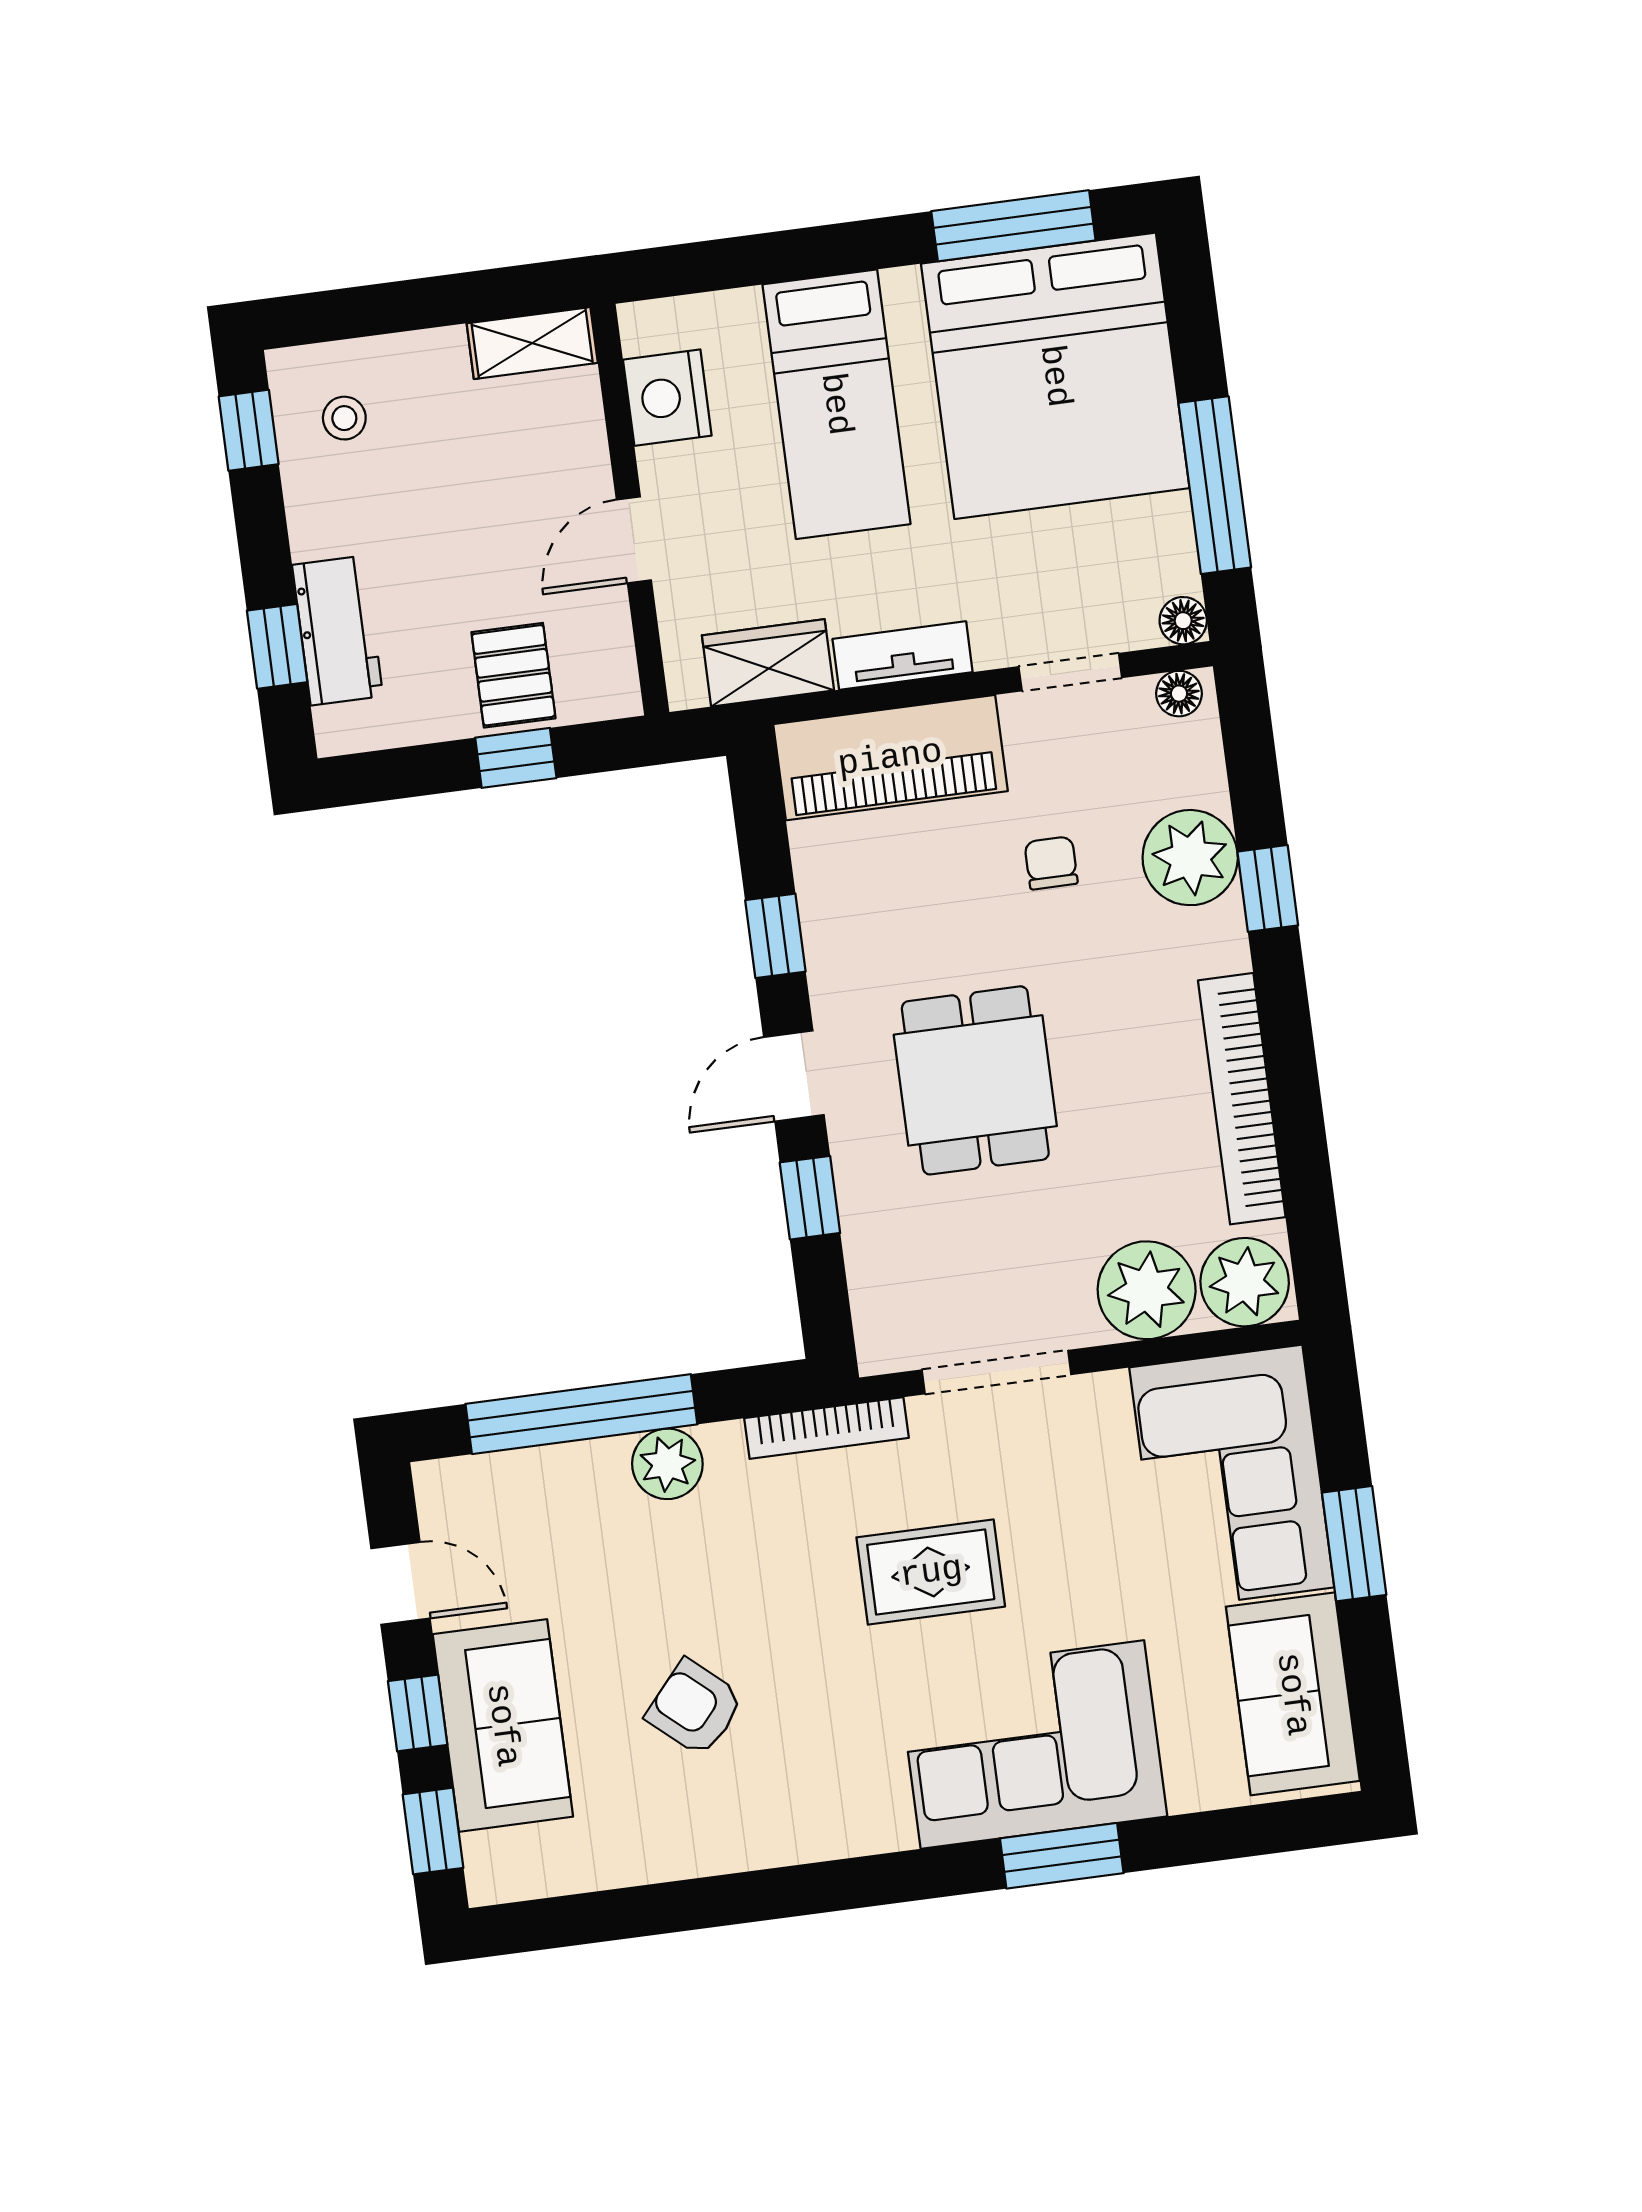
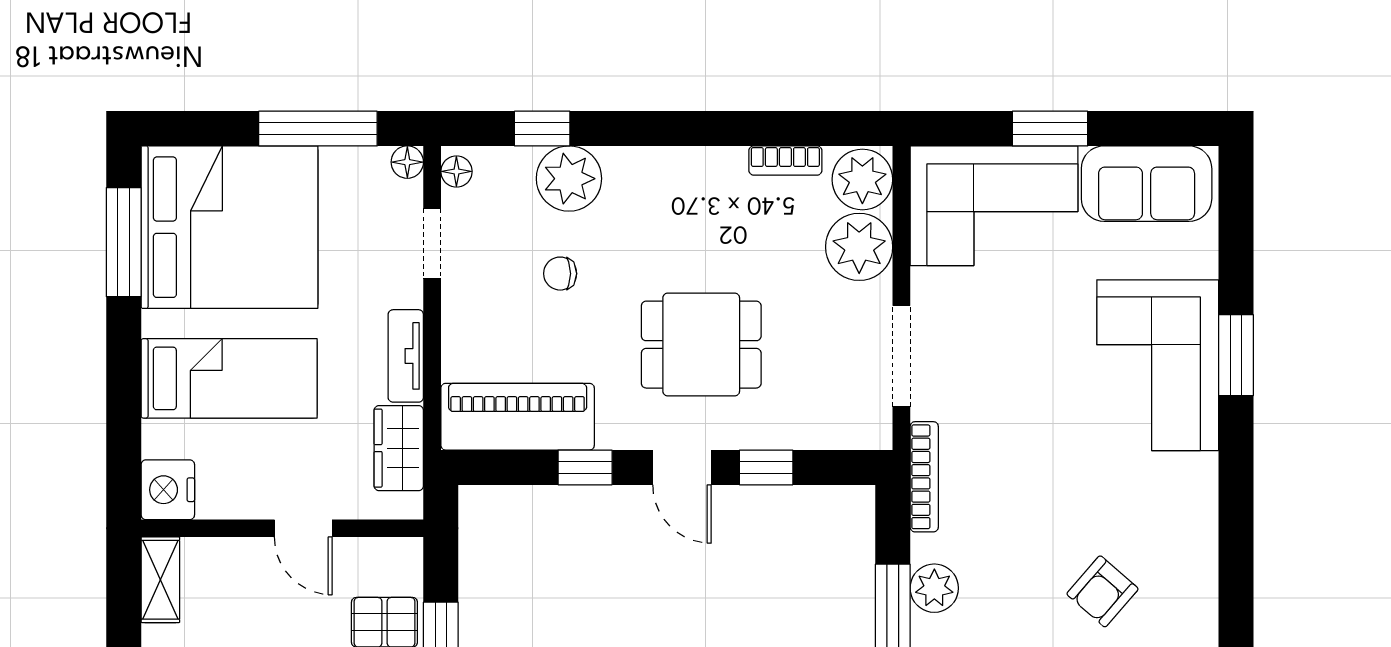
nightstand: (667, 398) -> (168, 490), moved, turned 90
piano: (890, 758) -> (518, 417), moved, turned -90
window: (1268, 888) -> (542, 129), moved
bookcase: (1242, 1099) -> (785, 160), width x0.43, depth x0.76
rug: (931, 1572) -> (1031, 419), removed

